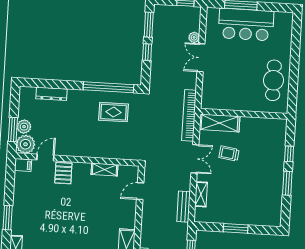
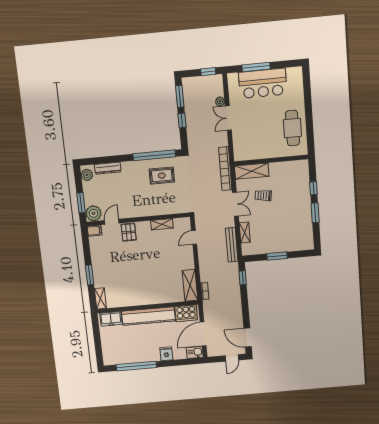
plant: (24, 127) -> (87, 175), moved
bench: (184, 207) -> (232, 245), width x1.36

